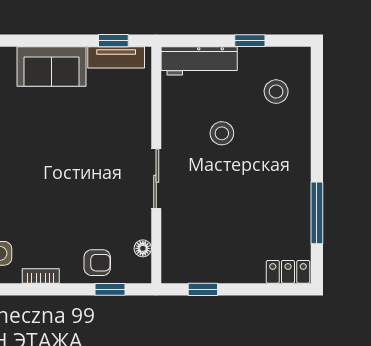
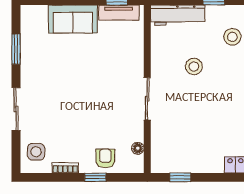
armchair: (97, 263) -> (105, 158), turned -90
window: (110, 289) -> (95, 177), moved

